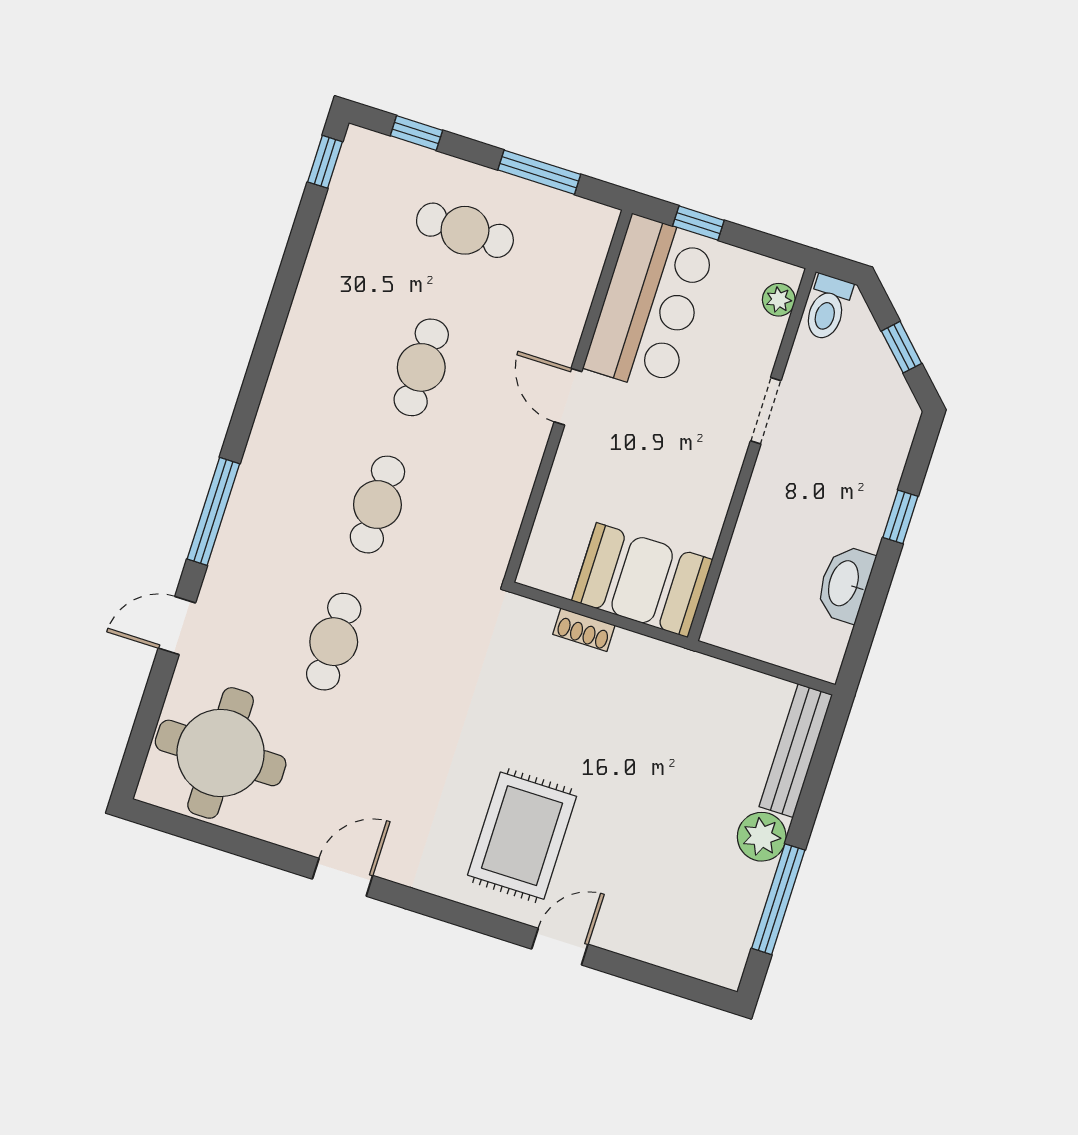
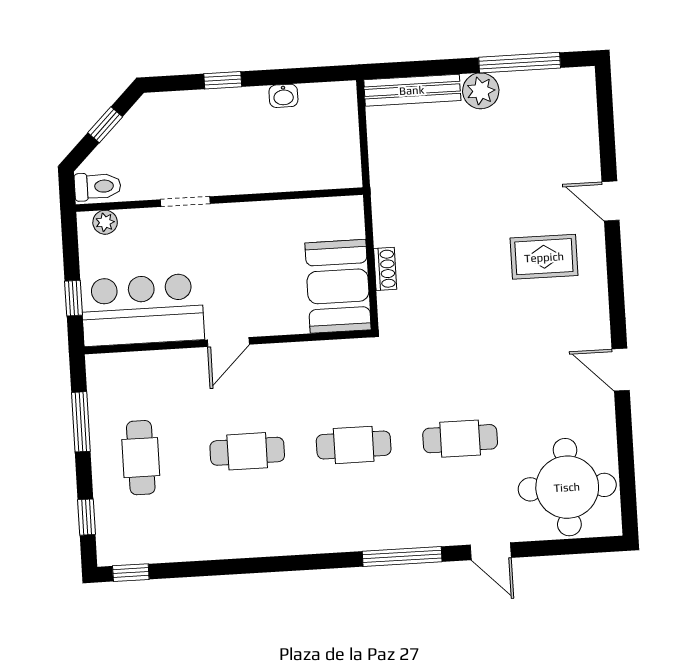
booth: (642, 580) -> (338, 286), moved
washbasin: (845, 584) -> (283, 96), width x0.52, depth x0.69
rug: (522, 836) -> (544, 257), width x0.73, depth x0.70

